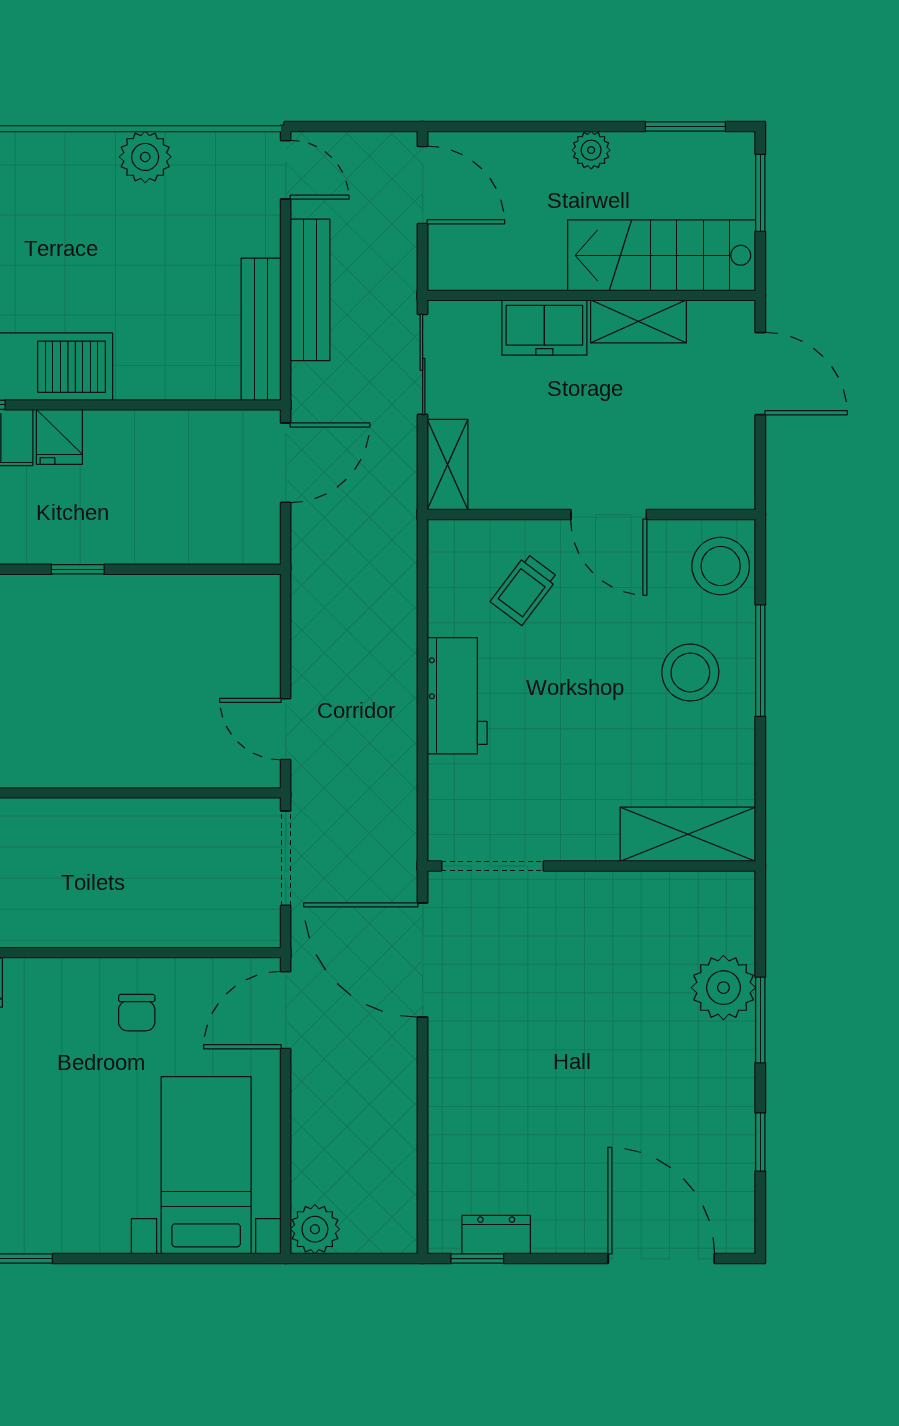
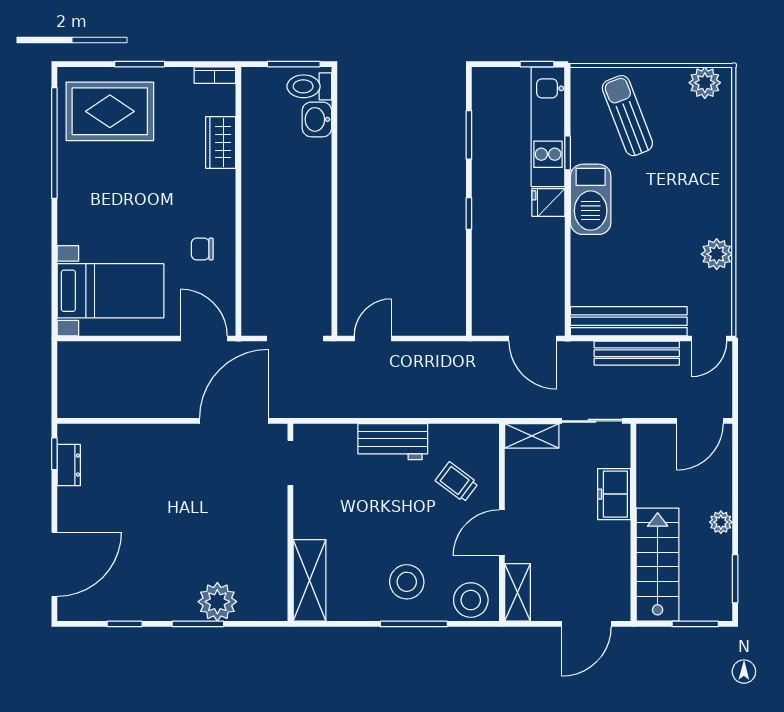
shelving: (638, 321) -> (517, 592), moved
bench: (261, 329) -> (629, 321), width x1.37, depth x1.21
doorway: (492, 866) -> (290, 463), width x0.73
plant: (315, 1229) -> (72, 356), removed

